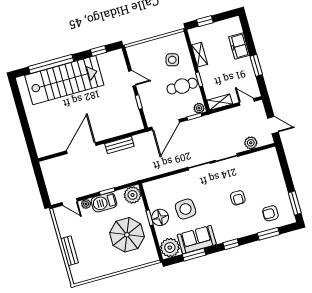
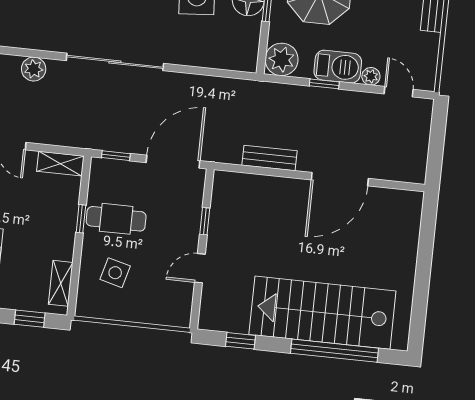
shelving: (199, 55) -> (61, 283), moved
door: (132, 78) -> (200, 268), hinge flipped
plant: (199, 108) -> (102, 167), removed

